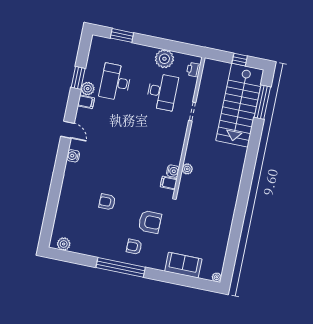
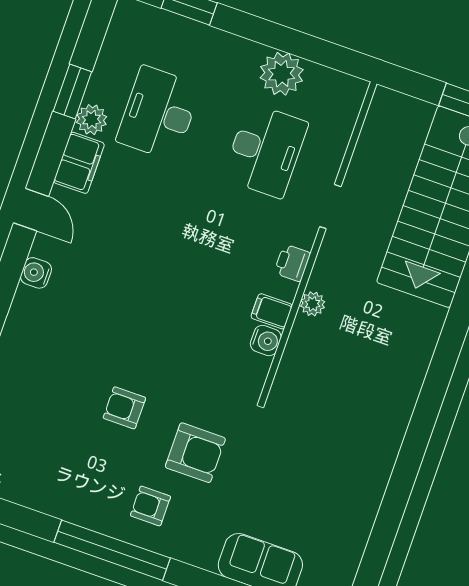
printer: (193, 70) -> (292, 263), moved
filing cabinet: (86, 102) -> (79, 163), width x2.00
plant: (187, 169) -> (313, 304), moved
filing cabinet: (169, 183) -> (272, 311), moved
armchair: (107, 202) -> (124, 408), moved

